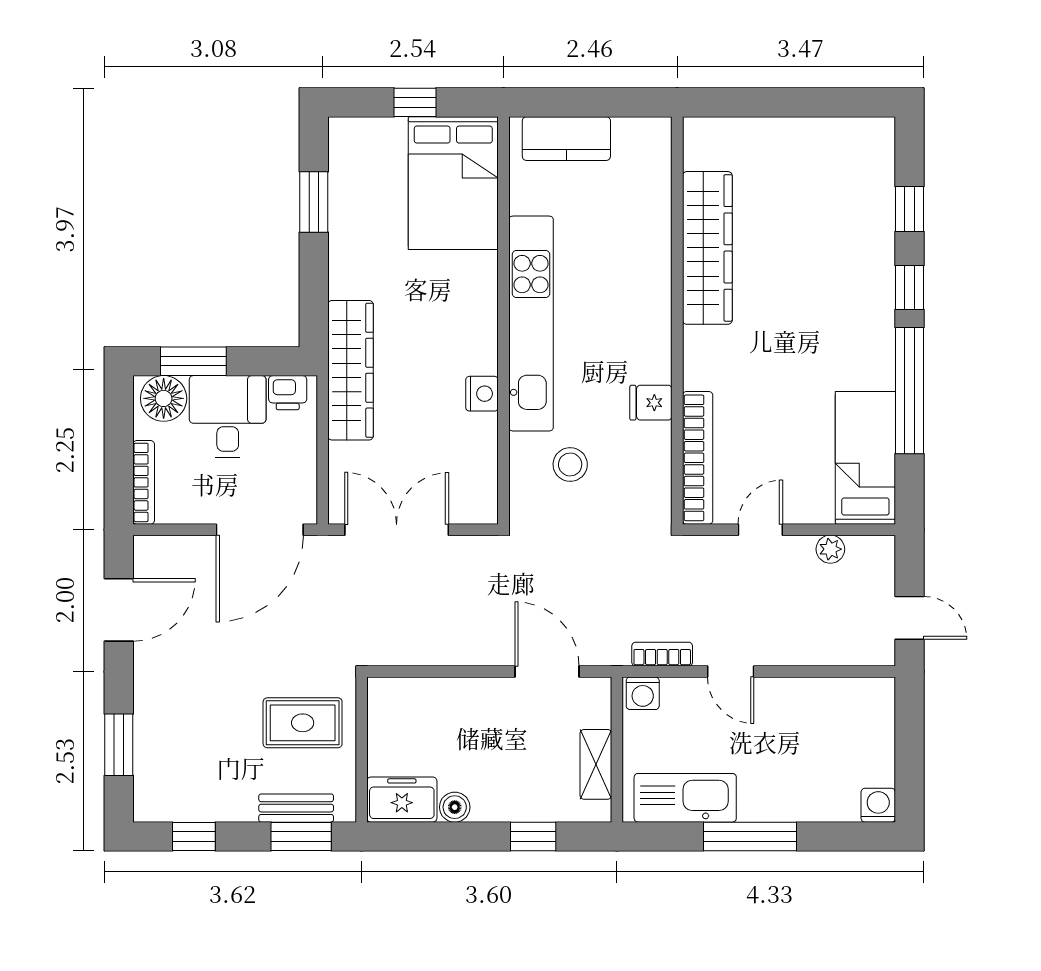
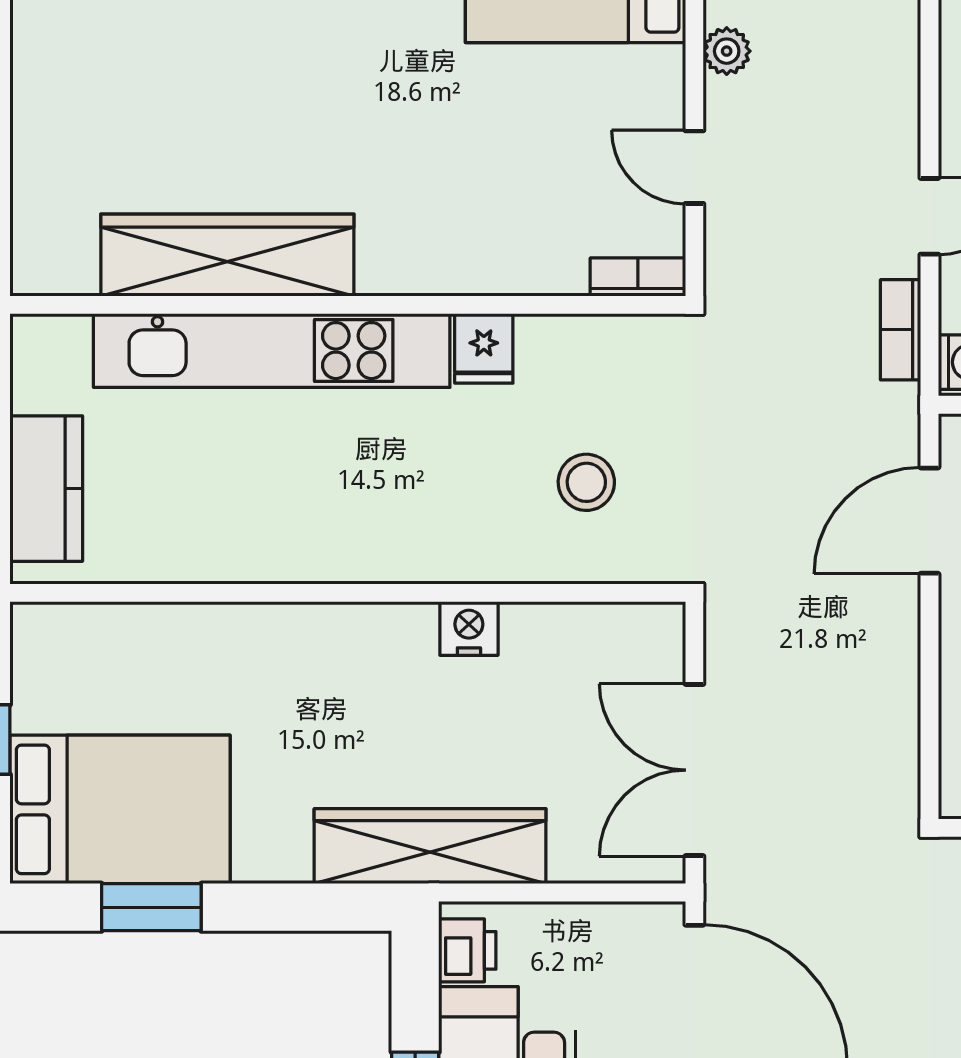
bed: (453, 183) -> (120, 809), moved
kitchen unit: (531, 324) -> (272, 351), moved, turned 180
bookcase: (698, 458) -> (638, 277), width x0.43, depth x0.76

